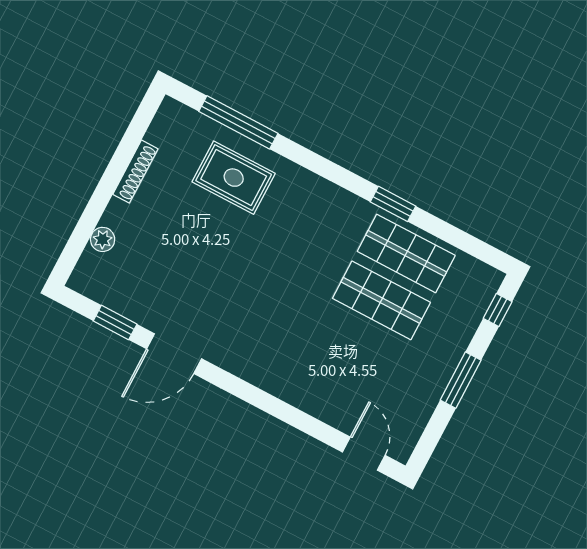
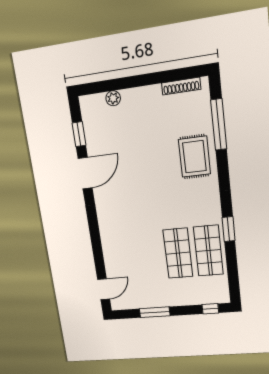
shoe rack: (135, 172) -> (181, 86), moved
rug: (234, 178) -> (194, 157), moved
door: (174, 354) -> (85, 173), swing flipped
window: (461, 380) -> (155, 312), moved

